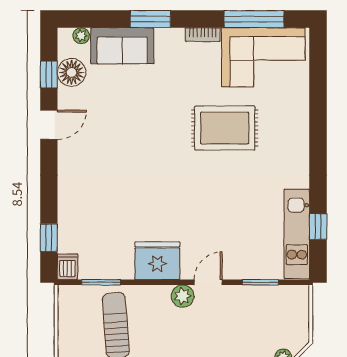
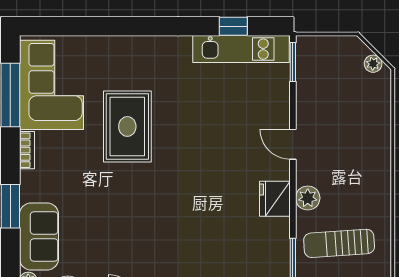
fridge: (157, 261) -> (275, 199), width x0.73, depth x0.75
window: (260, 282) -> (293, 62), moved
plant: (183, 296) -> (308, 198), moved

